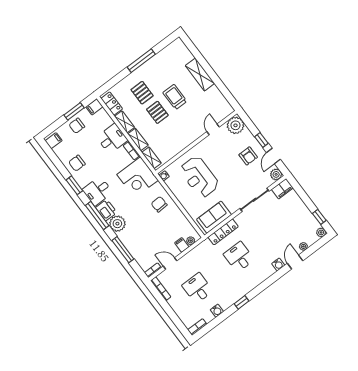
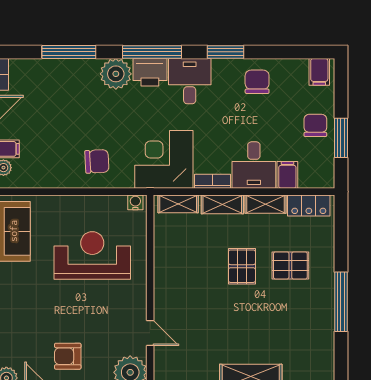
trolley: (175, 97) -> (245, 311), removed
filing cabinet: (95, 107) -> (287, 175), moved
pallet: (157, 112) -> (242, 266), turned 90

